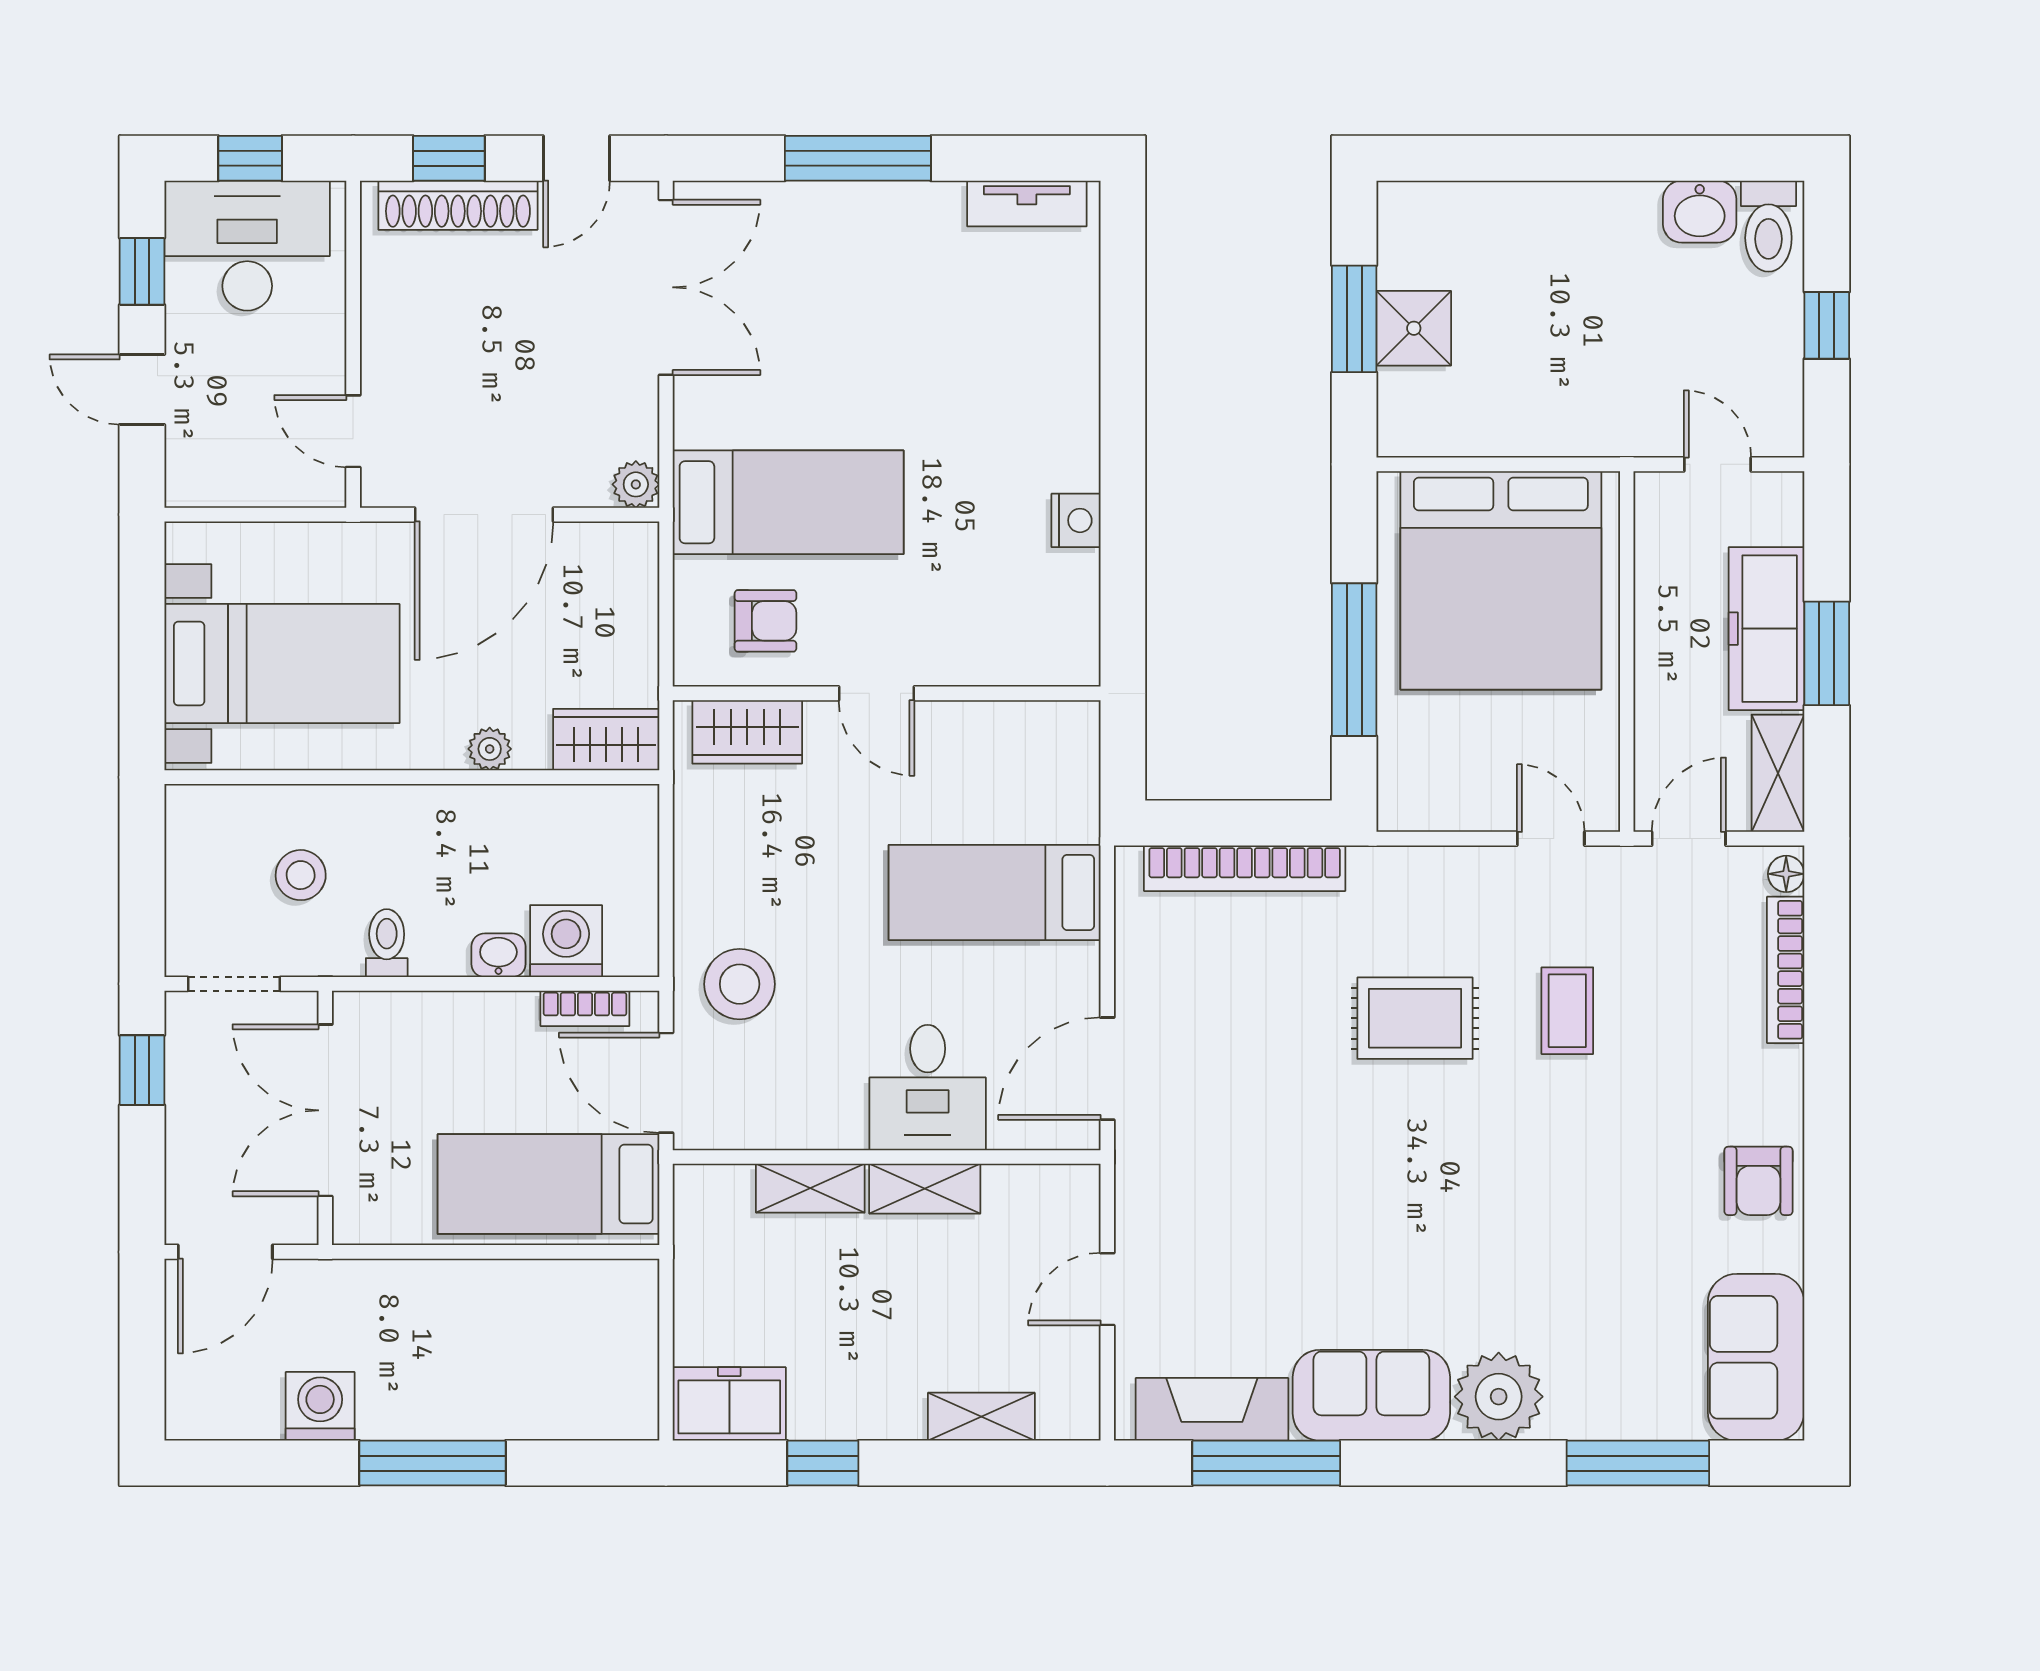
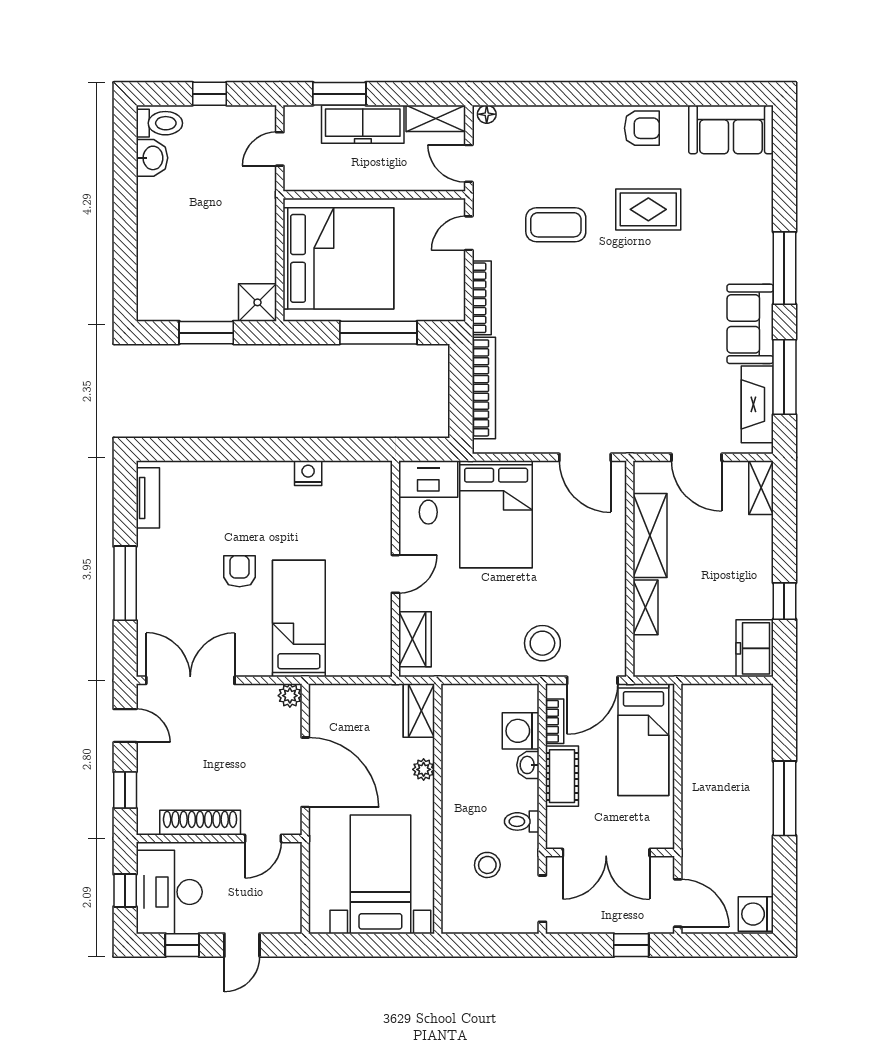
shoe rack: (458, 205) -> (200, 823), moved, turned -90
shower: (1414, 328) -> (257, 302), moved
armchair: (766, 621) -> (239, 571), moved
window: (1827, 653) -> (339, 94), moved
bed: (995, 892) -> (496, 514), width x1.50
bookcase: (1786, 970) -> (482, 298), moved, turned -90
coffee table: (1567, 1011) -> (556, 225), width x1.36, depth x1.30
rug: (1415, 1018) -> (648, 209), moved, turned 90
cot: (476, 1023) -> (562, 776), added
window: (142, 1070) -> (631, 945), moved
desk: (928, 1088) -> (428, 492), moved, turned -90
shelving: (925, 1189) -> (650, 536), width x1.50, depth x1.33
door: (1107, 1289) -> (697, 457), width x1.38
plant: (1499, 1397) -> (751, 260), removed
washing machine: (320, 1406) -> (756, 914), moved
shelving: (981, 1417) -> (761, 488), moved
window: (1638, 1463) -> (784, 268), moved

